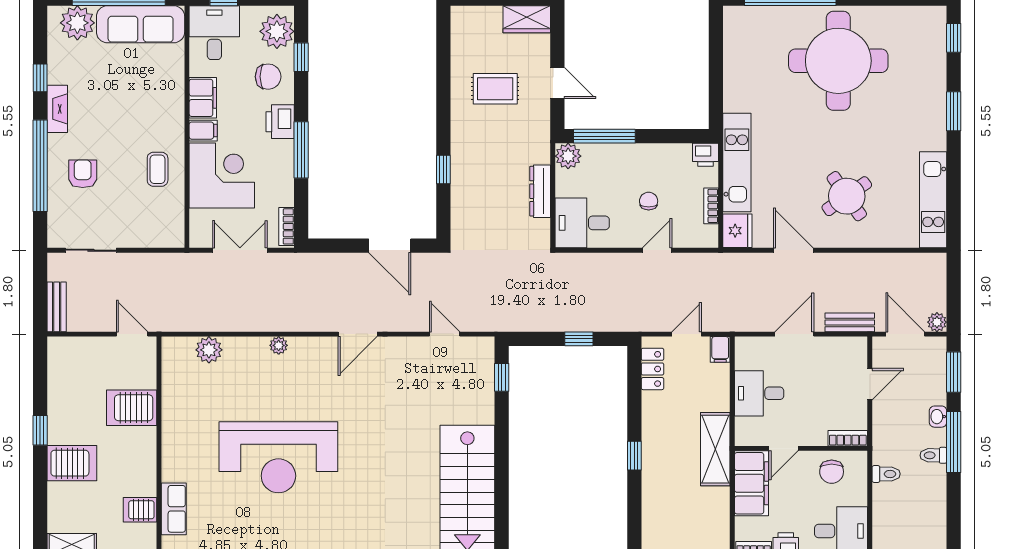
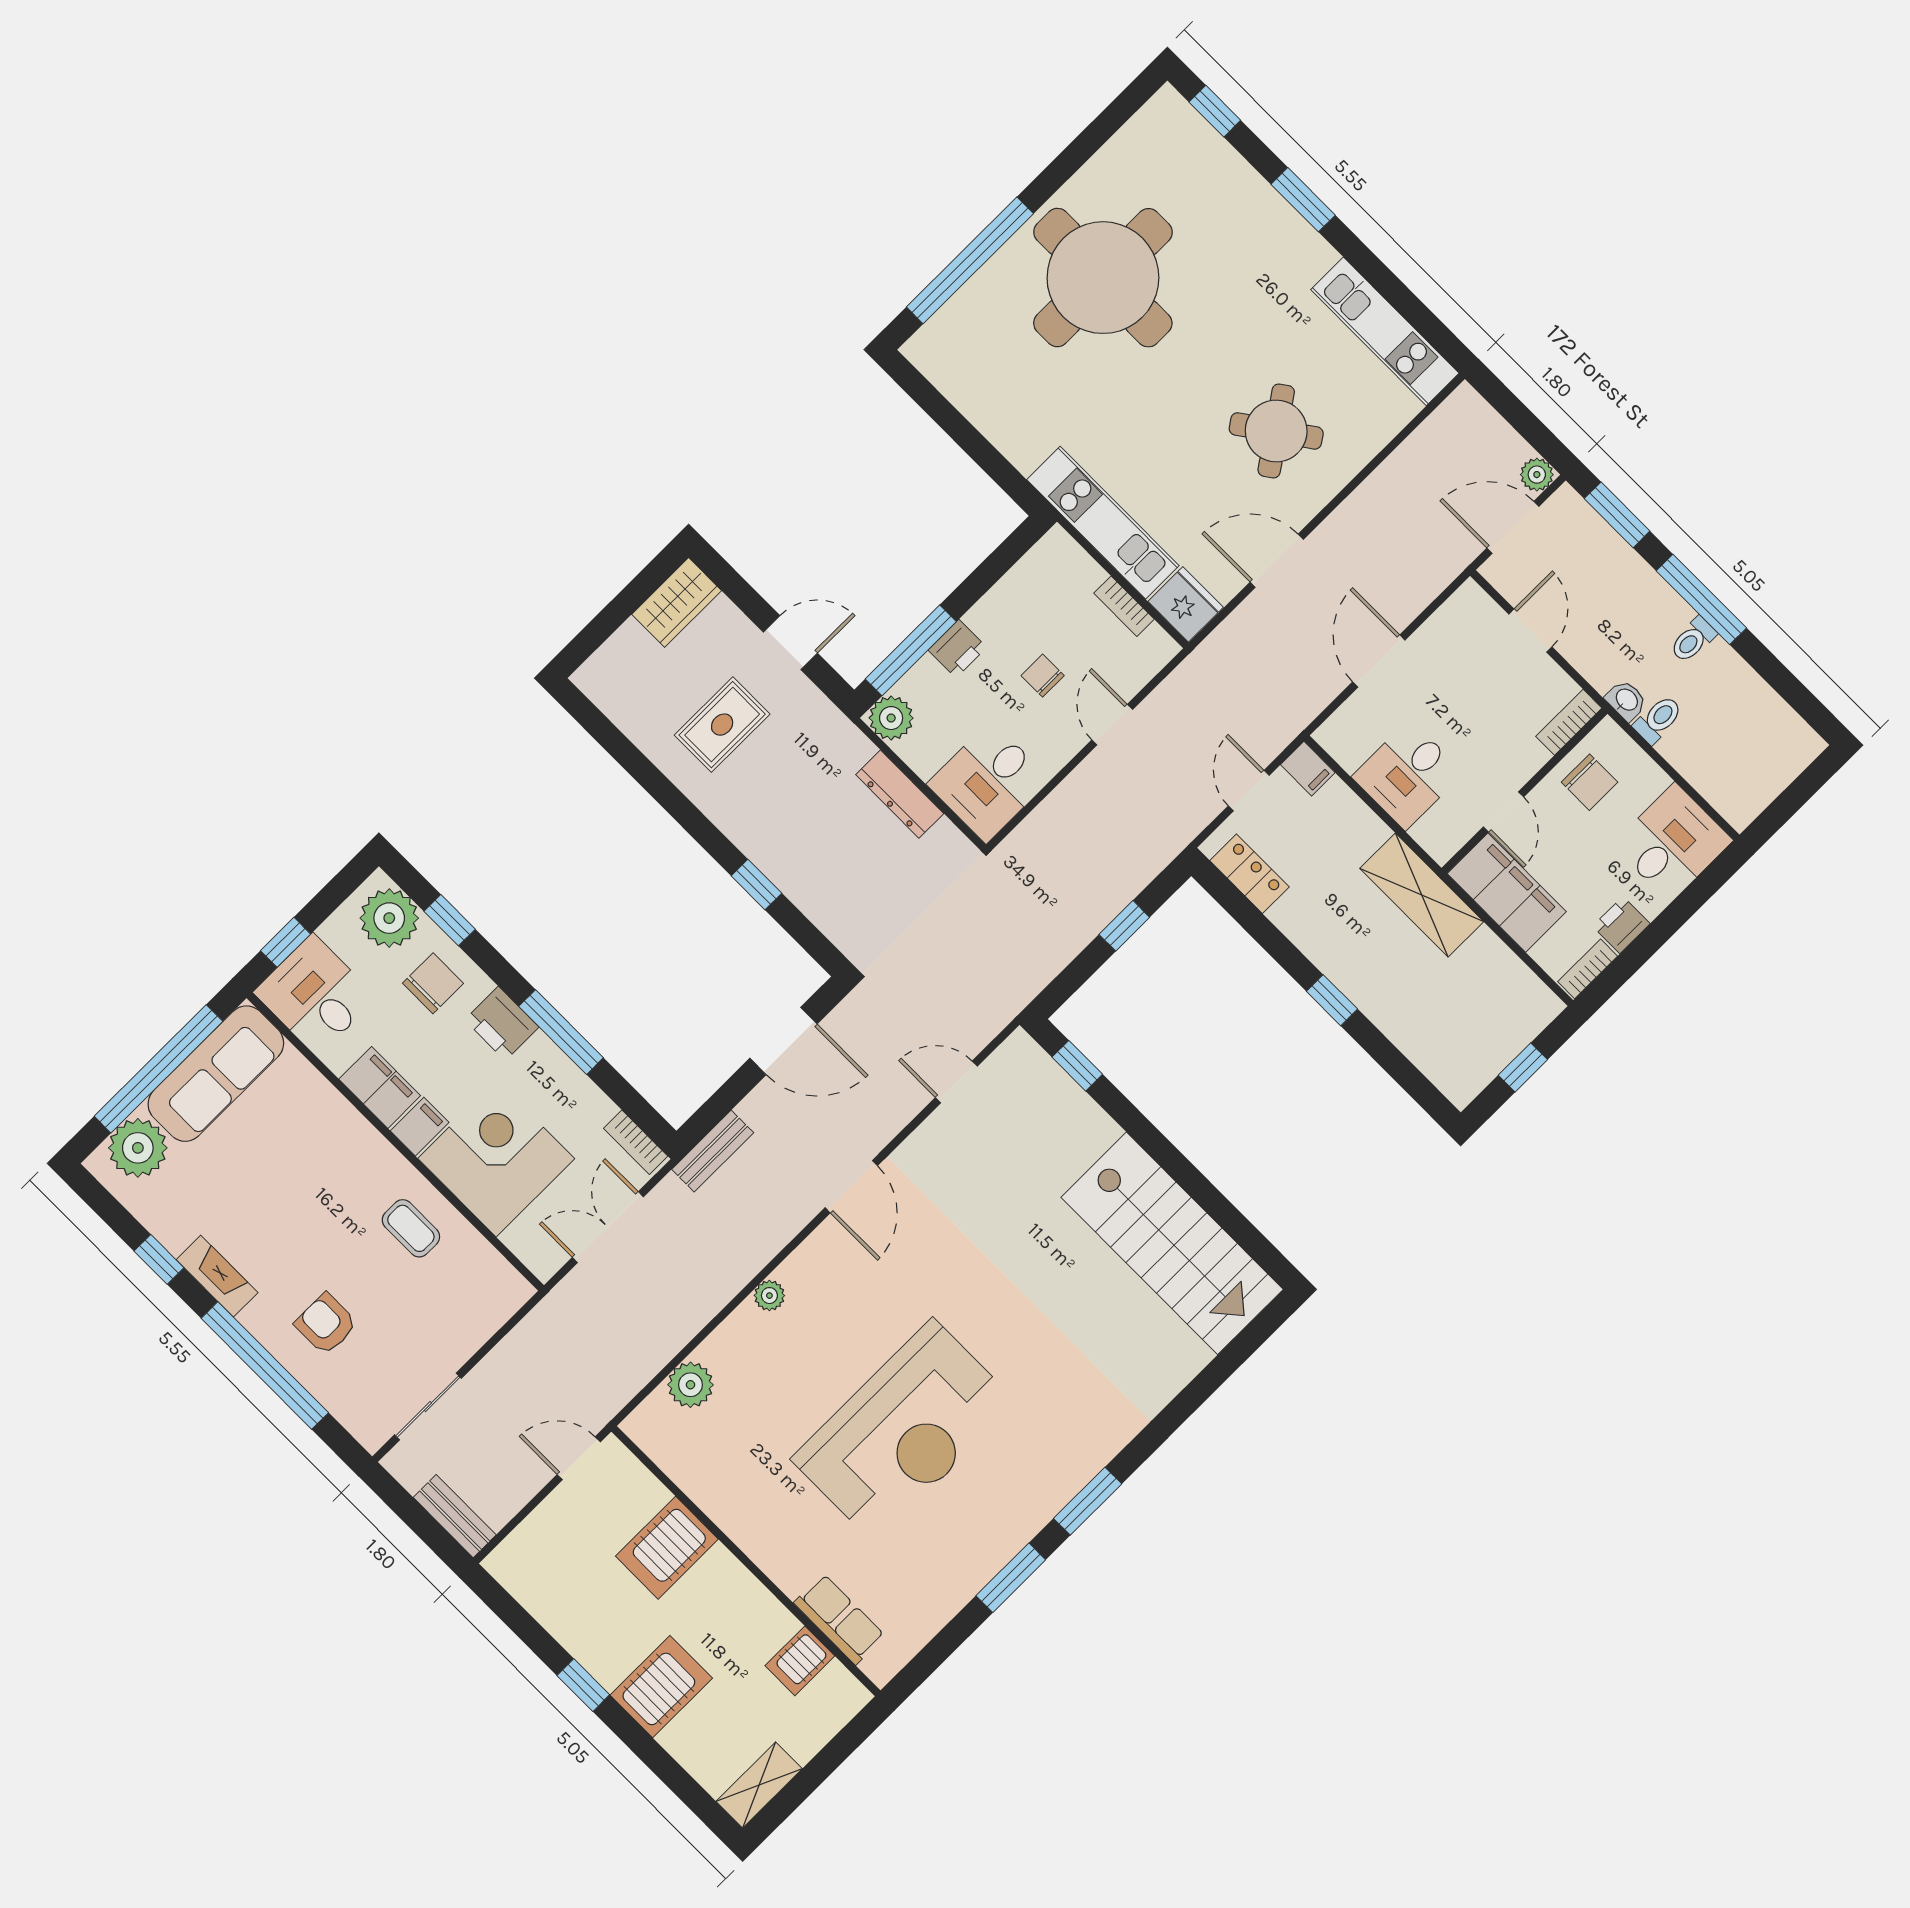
printer: (705, 155) -> (957, 649), moved
bench: (850, 322) -> (713, 1151), moved
washbasin: (938, 417) -> (1626, 700), moved, turned 180

